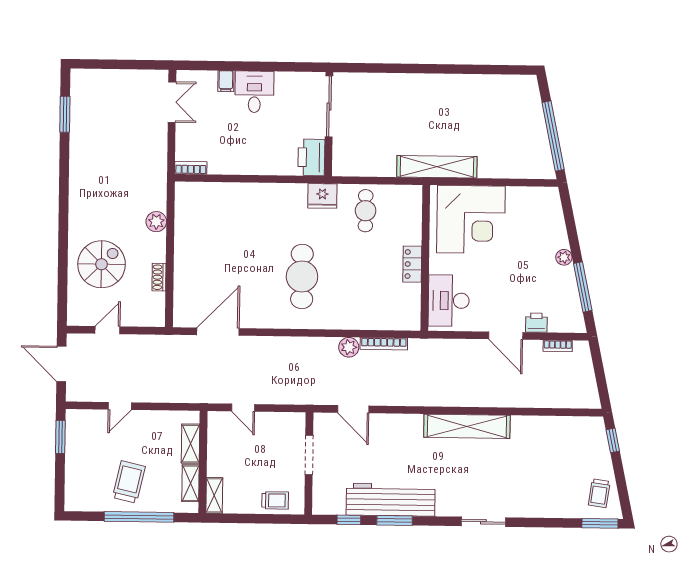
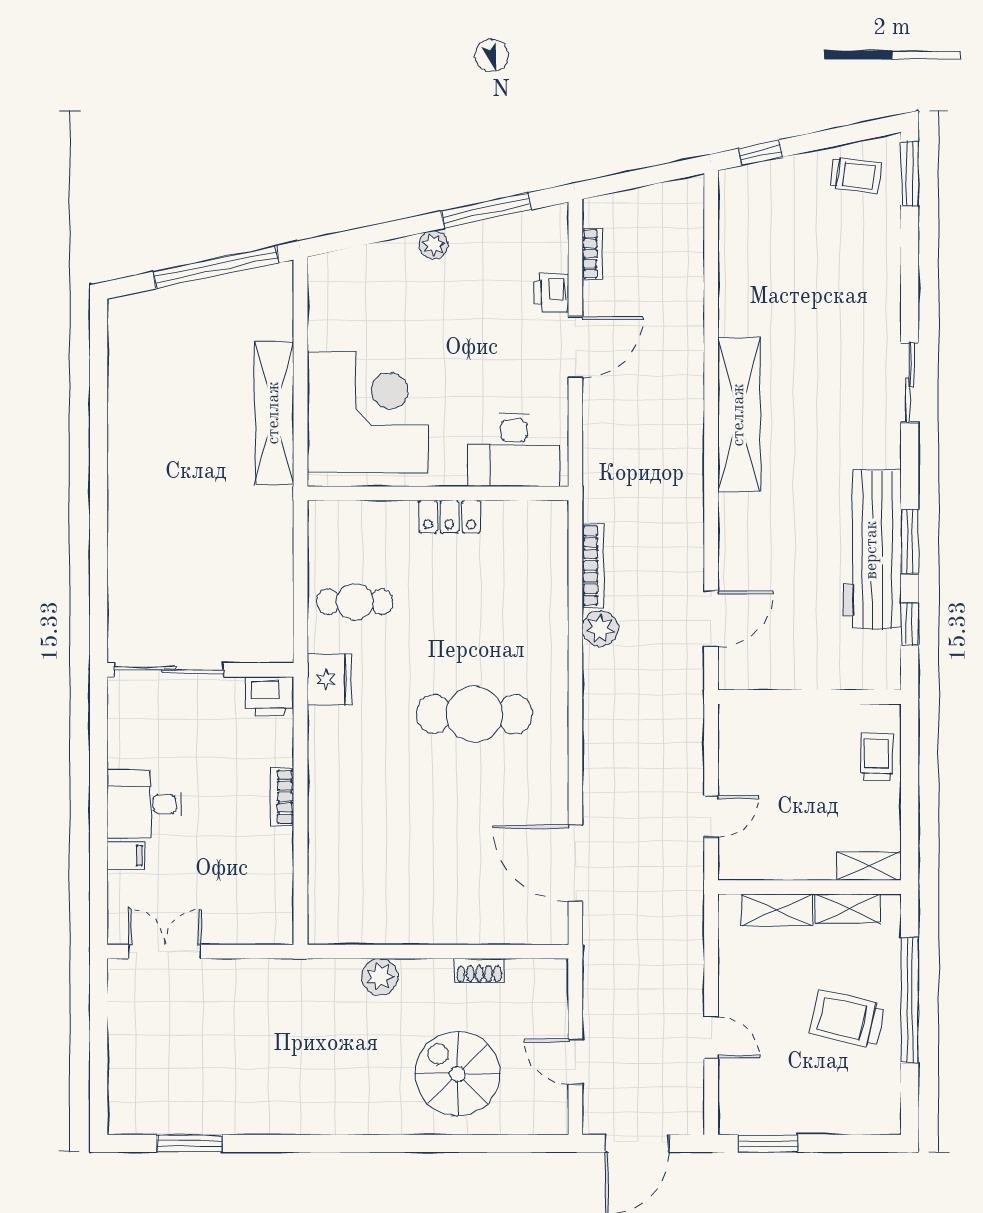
printer: (311, 157) -> (269, 696), width x0.73, depth x0.84
shelving: (437, 167) -> (274, 413), moved
bookcase: (191, 168) -> (282, 797), moved
doorway: (309, 455) -> (794, 697), removed

